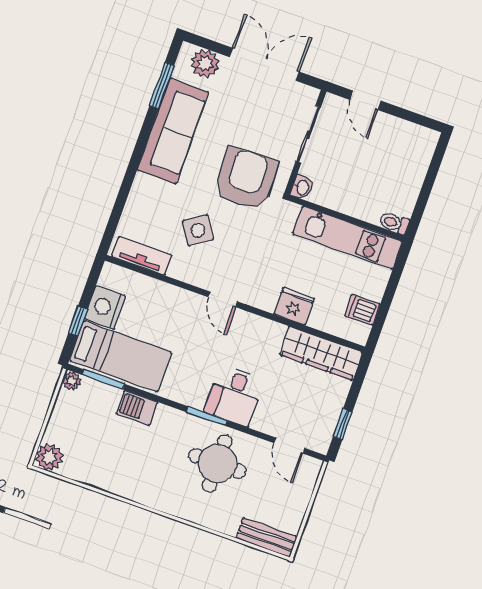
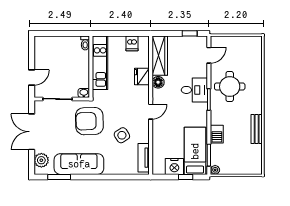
floor lamp: (273, 333) -> (158, 82), added
plant: (49, 457) -> (255, 168), removed
bench: (267, 537) -> (257, 129), moved

